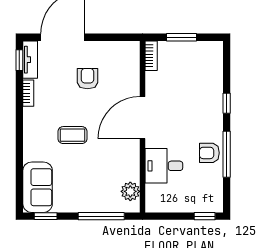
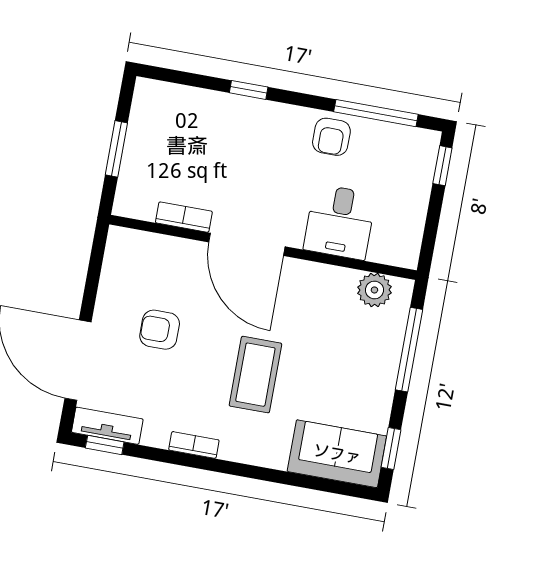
bookcase: (151, 56) -> (184, 217), moved
bookcase: (28, 93) -> (194, 445), moved
coffee table: (73, 135) -> (255, 375), width x1.36, depth x1.30
window: (227, 154) -> (376, 113), moved

